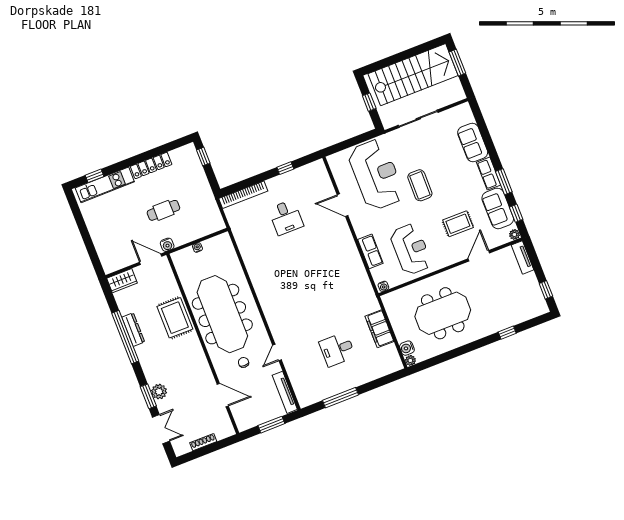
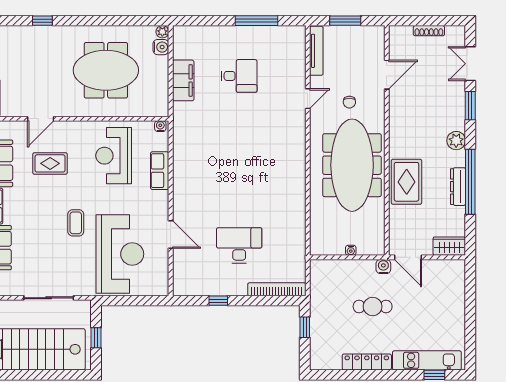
window: (203, 157) -> (305, 327), moved
reception desk: (376, 174) -> (120, 254), turned 180
coffee table: (420, 185) -> (76, 223), width x0.73, depth x0.77
desk: (286, 217) -> (239, 245), width x1.37
plant: (159, 392) -> (456, 141), moved
door: (223, 395) -> (387, 75), swing flipped

